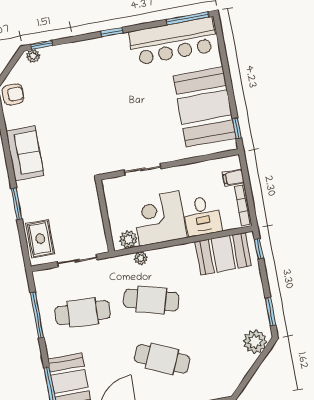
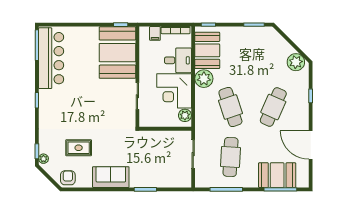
booth: (205, 107) -> (117, 53), moved, turned 90
rug: (40, 239) -> (79, 148), moved
plant: (141, 258) -> (204, 79), moved, width x1.88, depth x1.88
cafe table: (151, 300) -> (230, 107), turned -33
plant: (255, 342) -> (296, 62), moved

